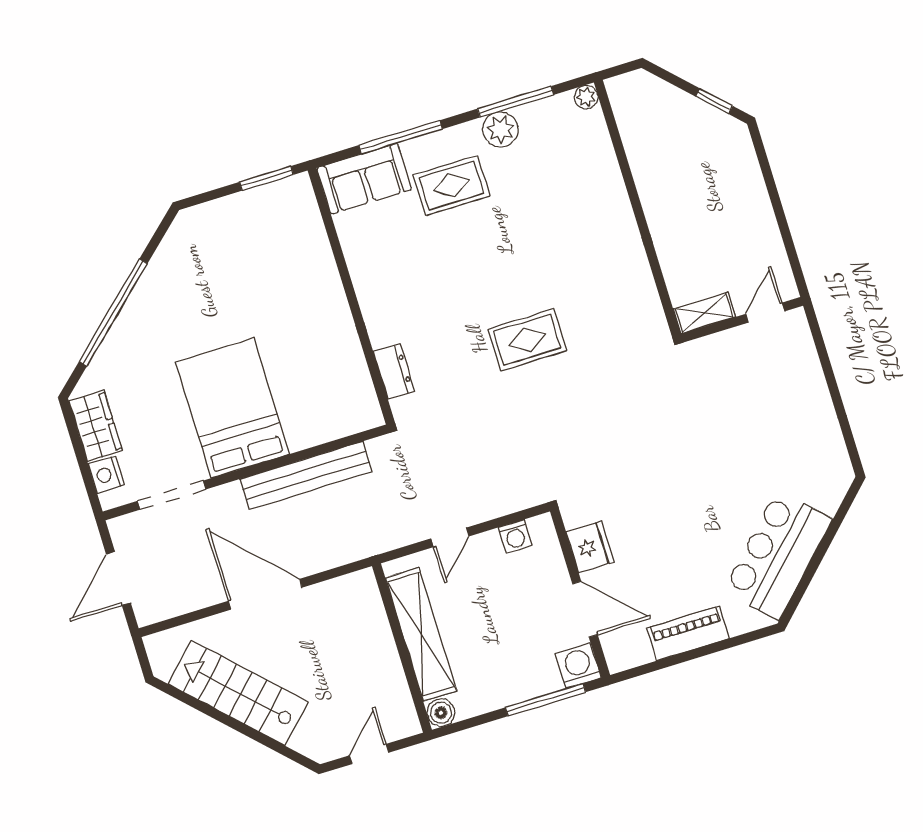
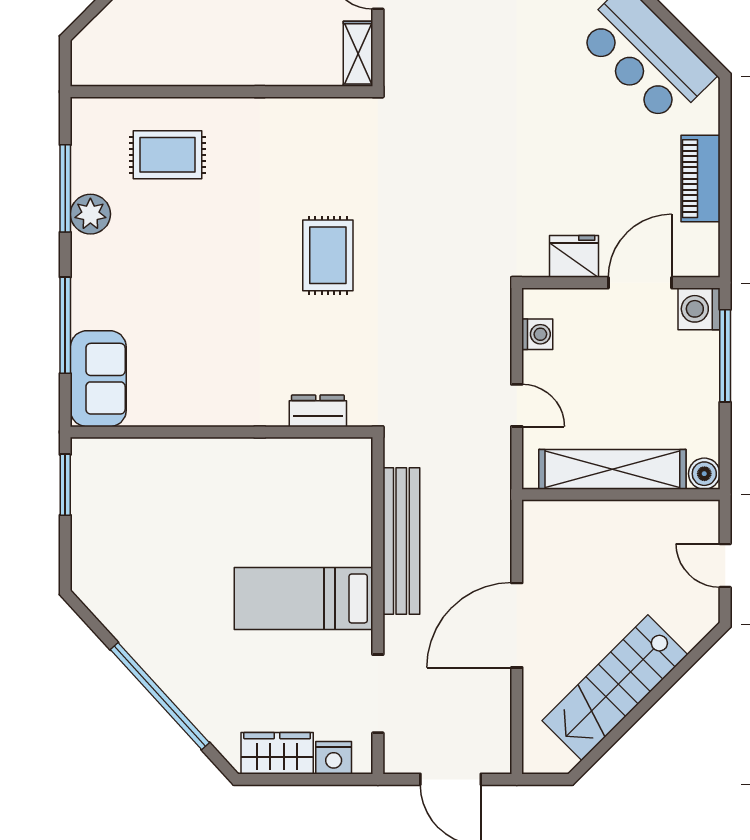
plant: (586, 97) -> (84, 110), removed
rug: (452, 185) -> (168, 155), moved, turned 90
bed: (232, 408) -> (304, 598), width x0.67

